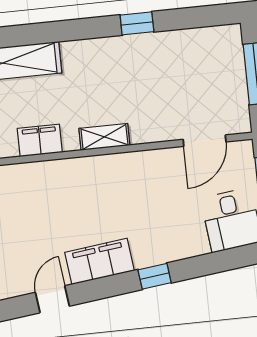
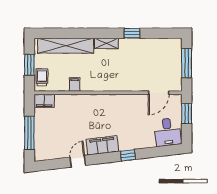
shelving: (104, 137) -> (106, 43), moved
filing cabinet: (40, 140) -> (75, 84), width x0.50

